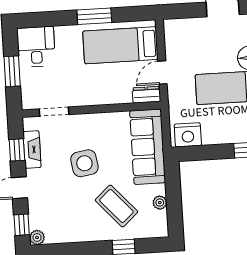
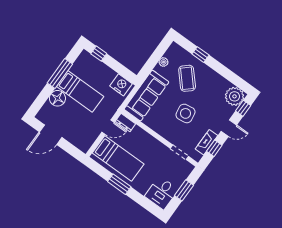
plant: (37, 238) -> (234, 96), width x1.88, depth x1.88

